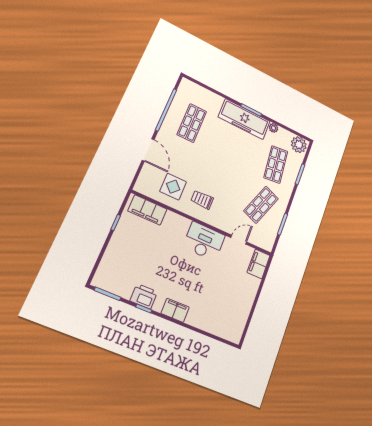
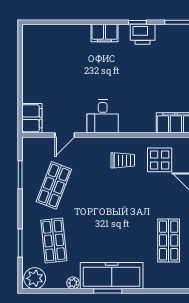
desk: (204, 241) -> (103, 116), width x0.73

